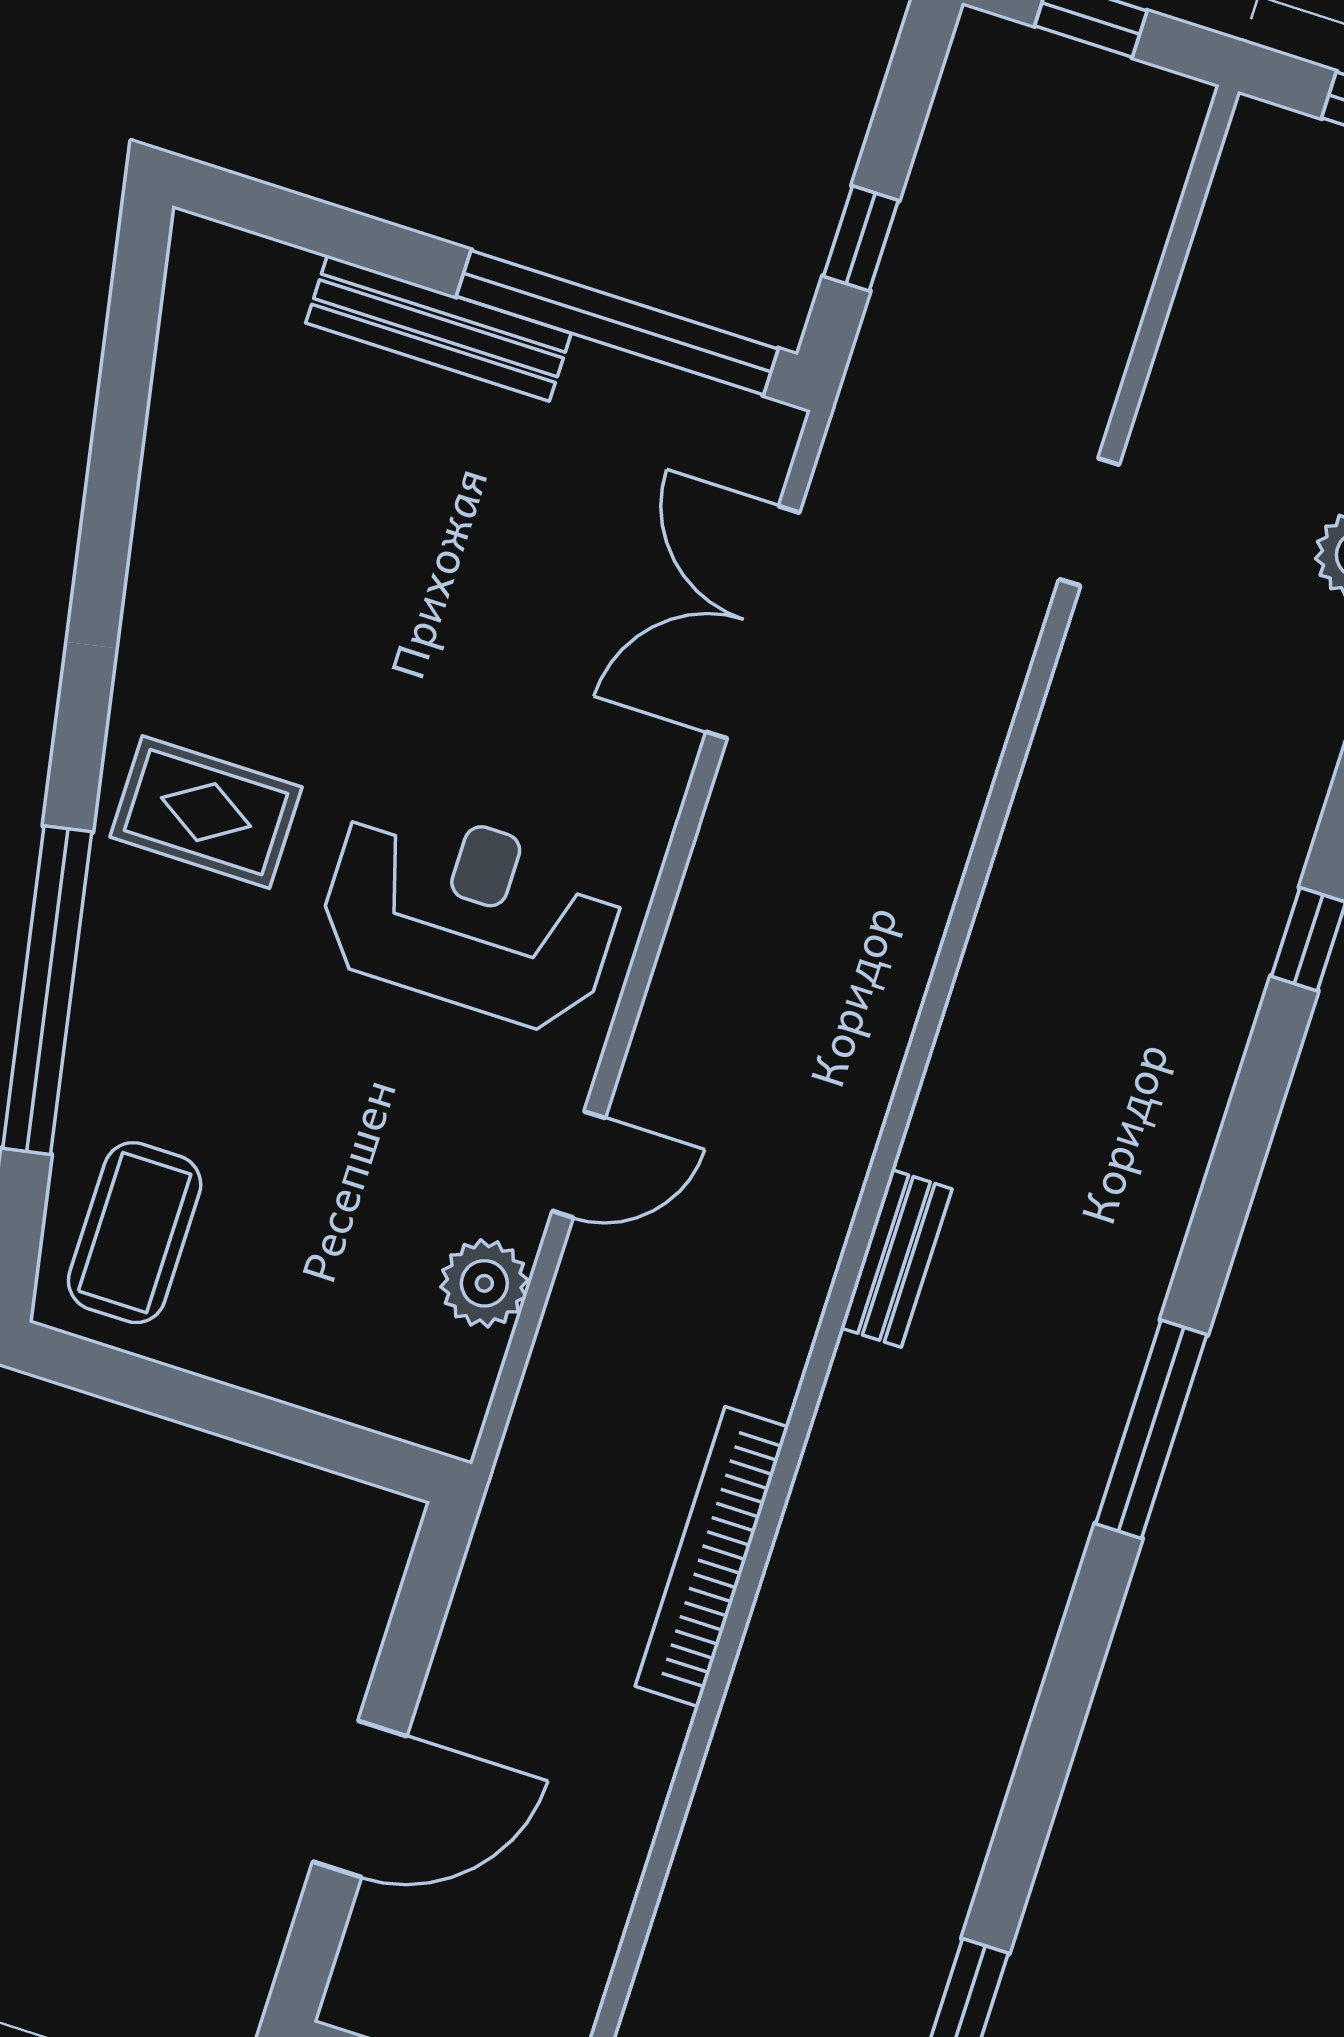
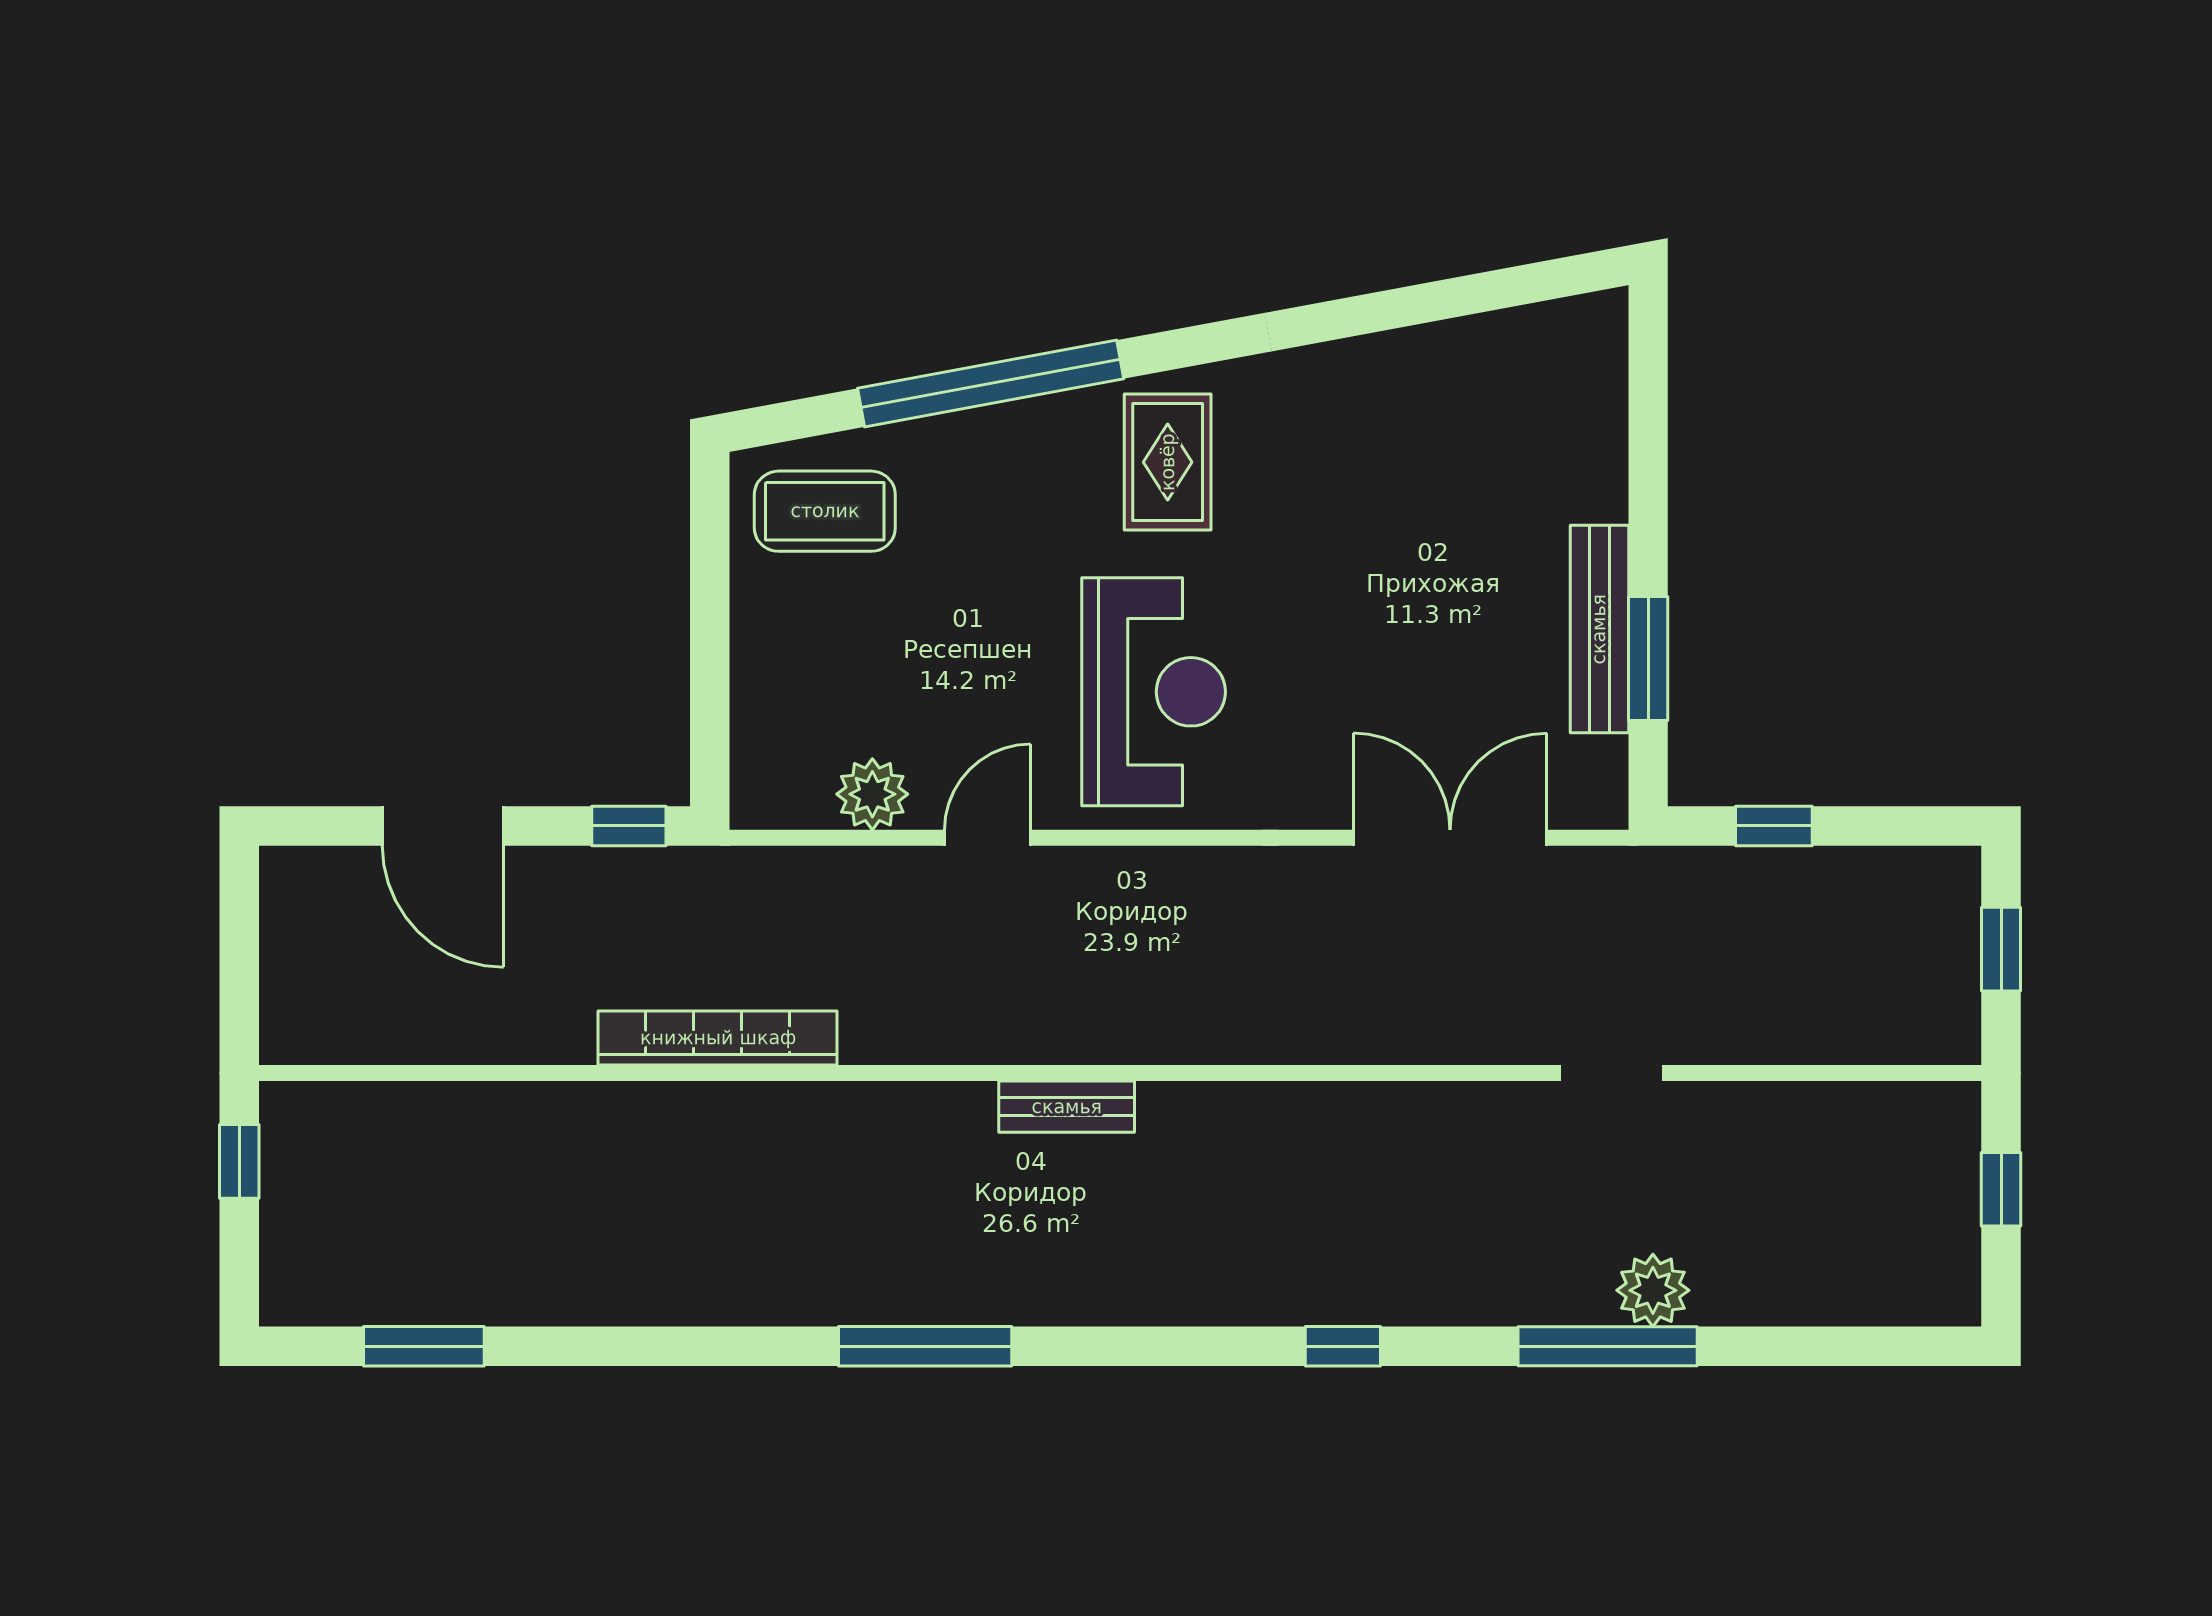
window: (617, 323) -> (1648, 659), width x0.47
bench: (438, 328) -> (1599, 629), moved
door: (579, 1164) -> (988, 838), swing flipped
bench: (896, 1258) -> (1067, 1107), moved
window: (430, 1581) -> (629, 826), added

